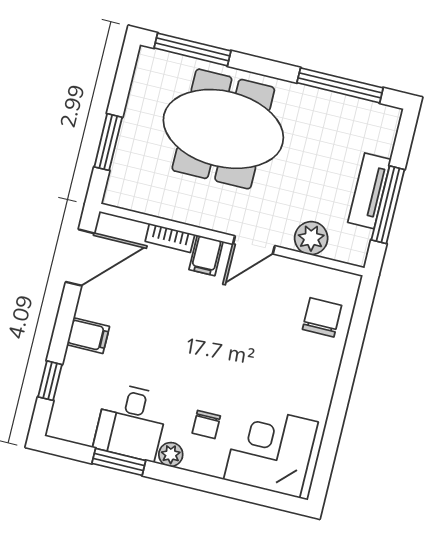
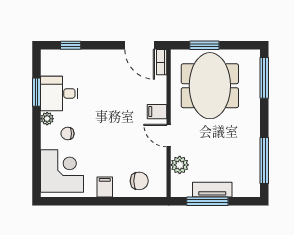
meeting table: (223, 129) -> (210, 86), moved
bookcase: (170, 238) -> (162, 62), moved
filing cabinet: (88, 336) -> (105, 187), moved, turned 180

